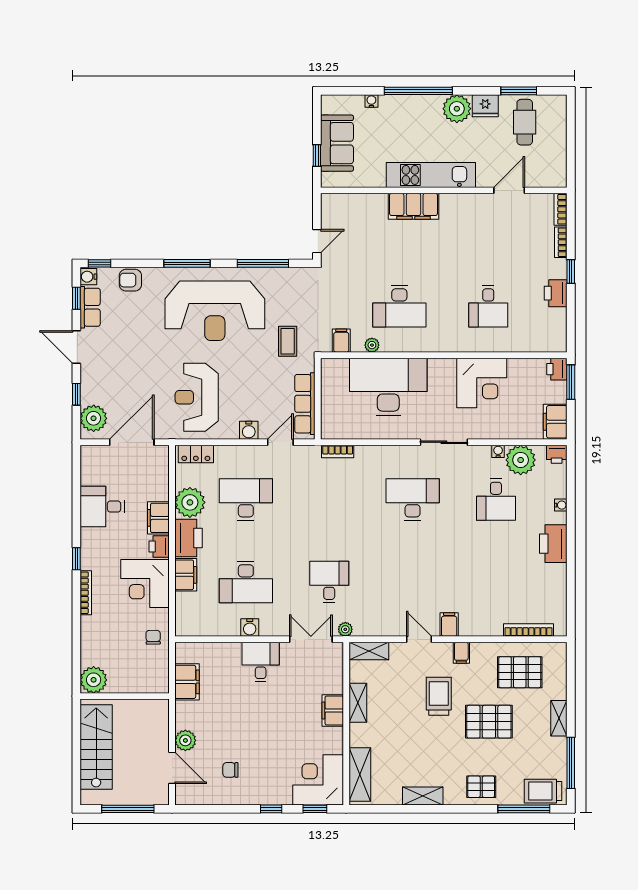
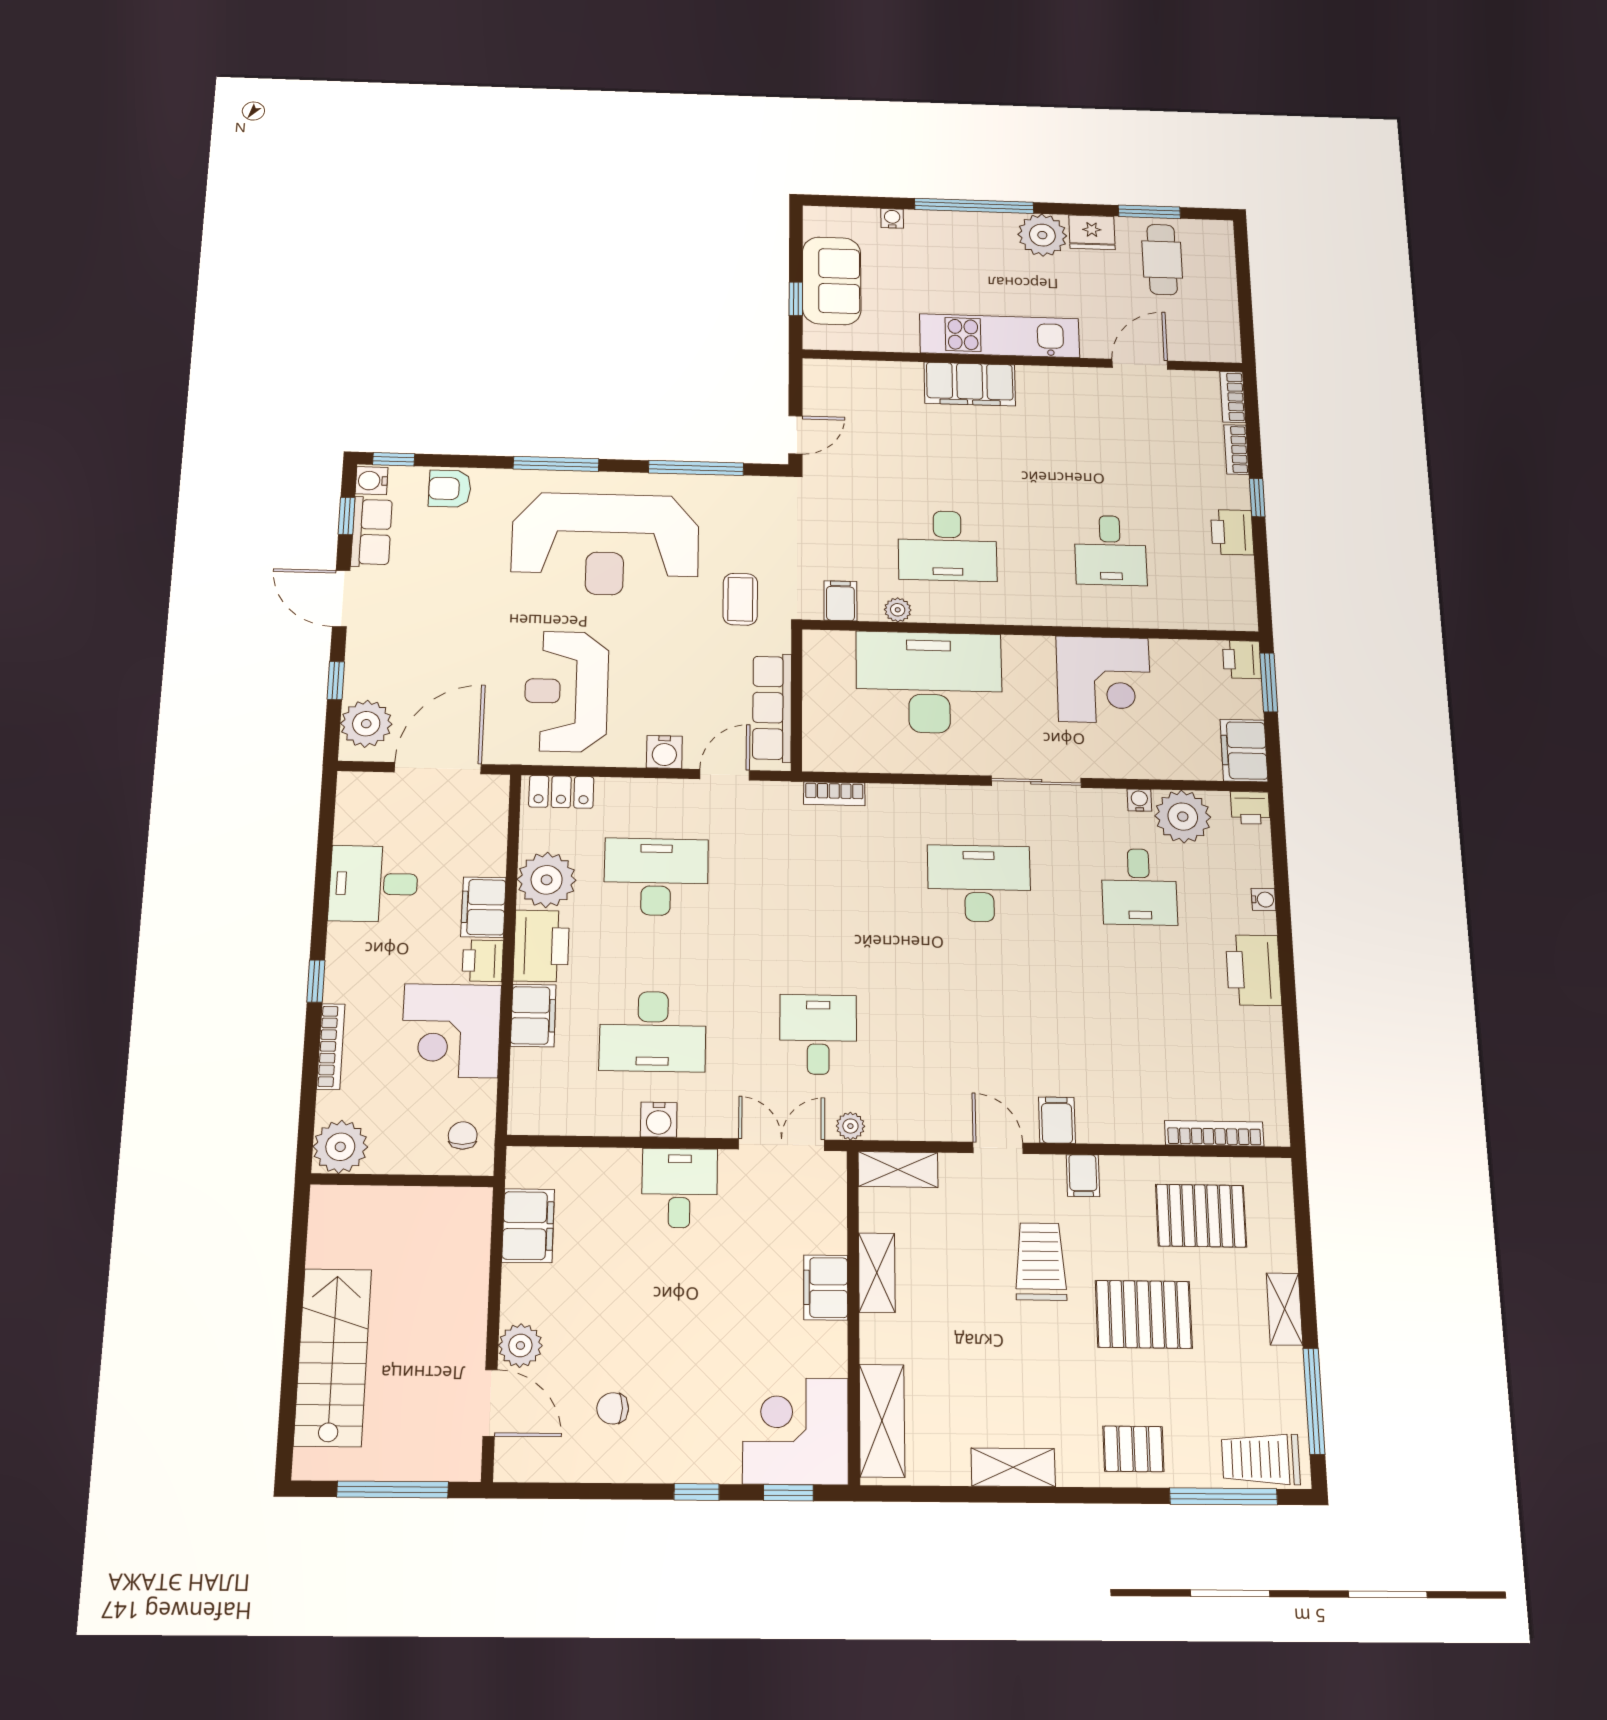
plant: (94, 680) -> (340, 1147), moved
wall: (125, 696) -> (402, 1180), moved

